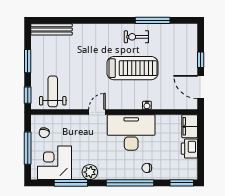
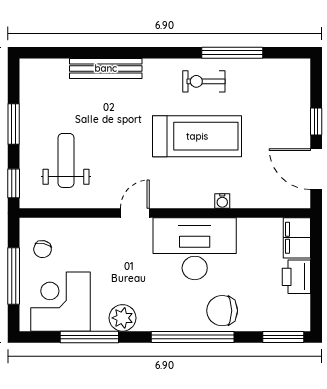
bench: (52, 29) -> (106, 68), moved
weight bench: (53, 91) -> (66, 160), moved
chair: (147, 168) -> (222, 311), width x1.87, depth x1.87

